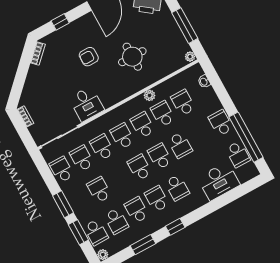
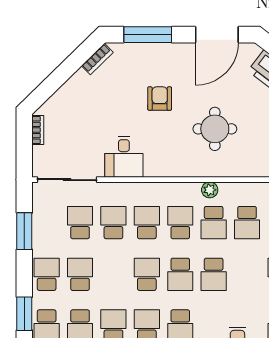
window: (60, 22) -> (148, 35), width x2.17
armchair: (89, 57) -> (160, 99), turned 90
school desk: (183, 103) -> (247, 223), turned 180
school desk: (163, 114) -> (214, 223), turned 180
school desk: (160, 156) -> (180, 274), turned 180
school desk: (62, 170) -> (47, 274), moved
window: (63, 204) -> (24, 231), moved

